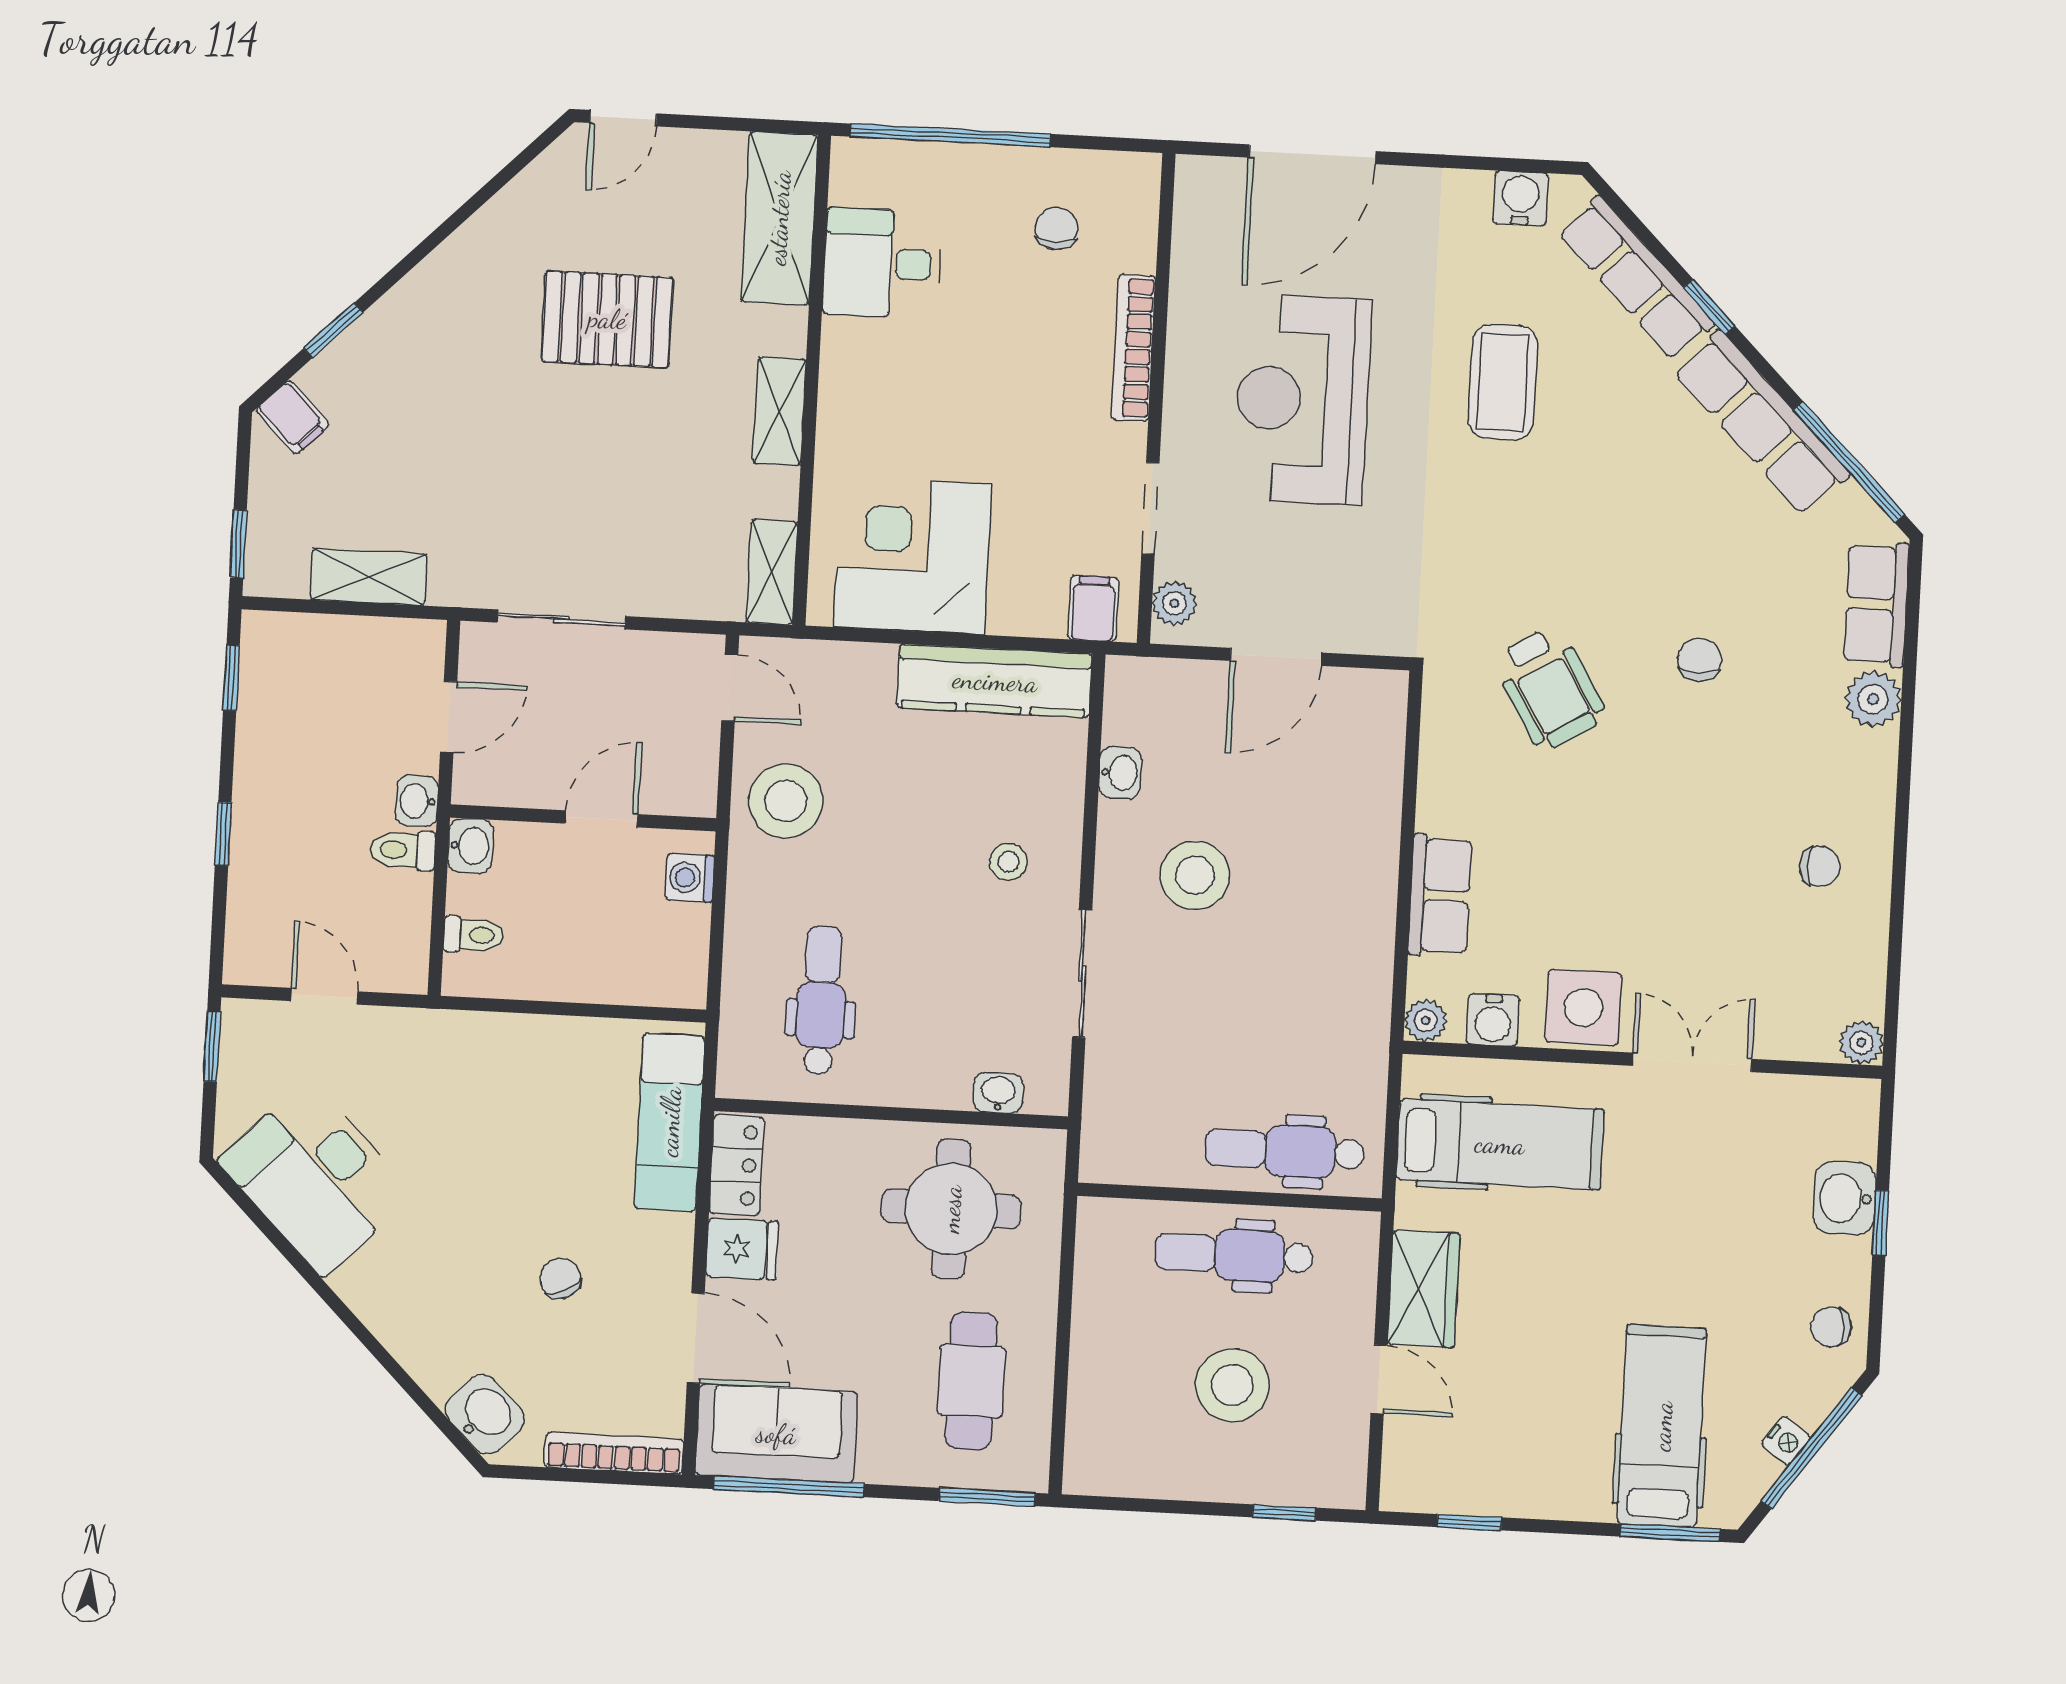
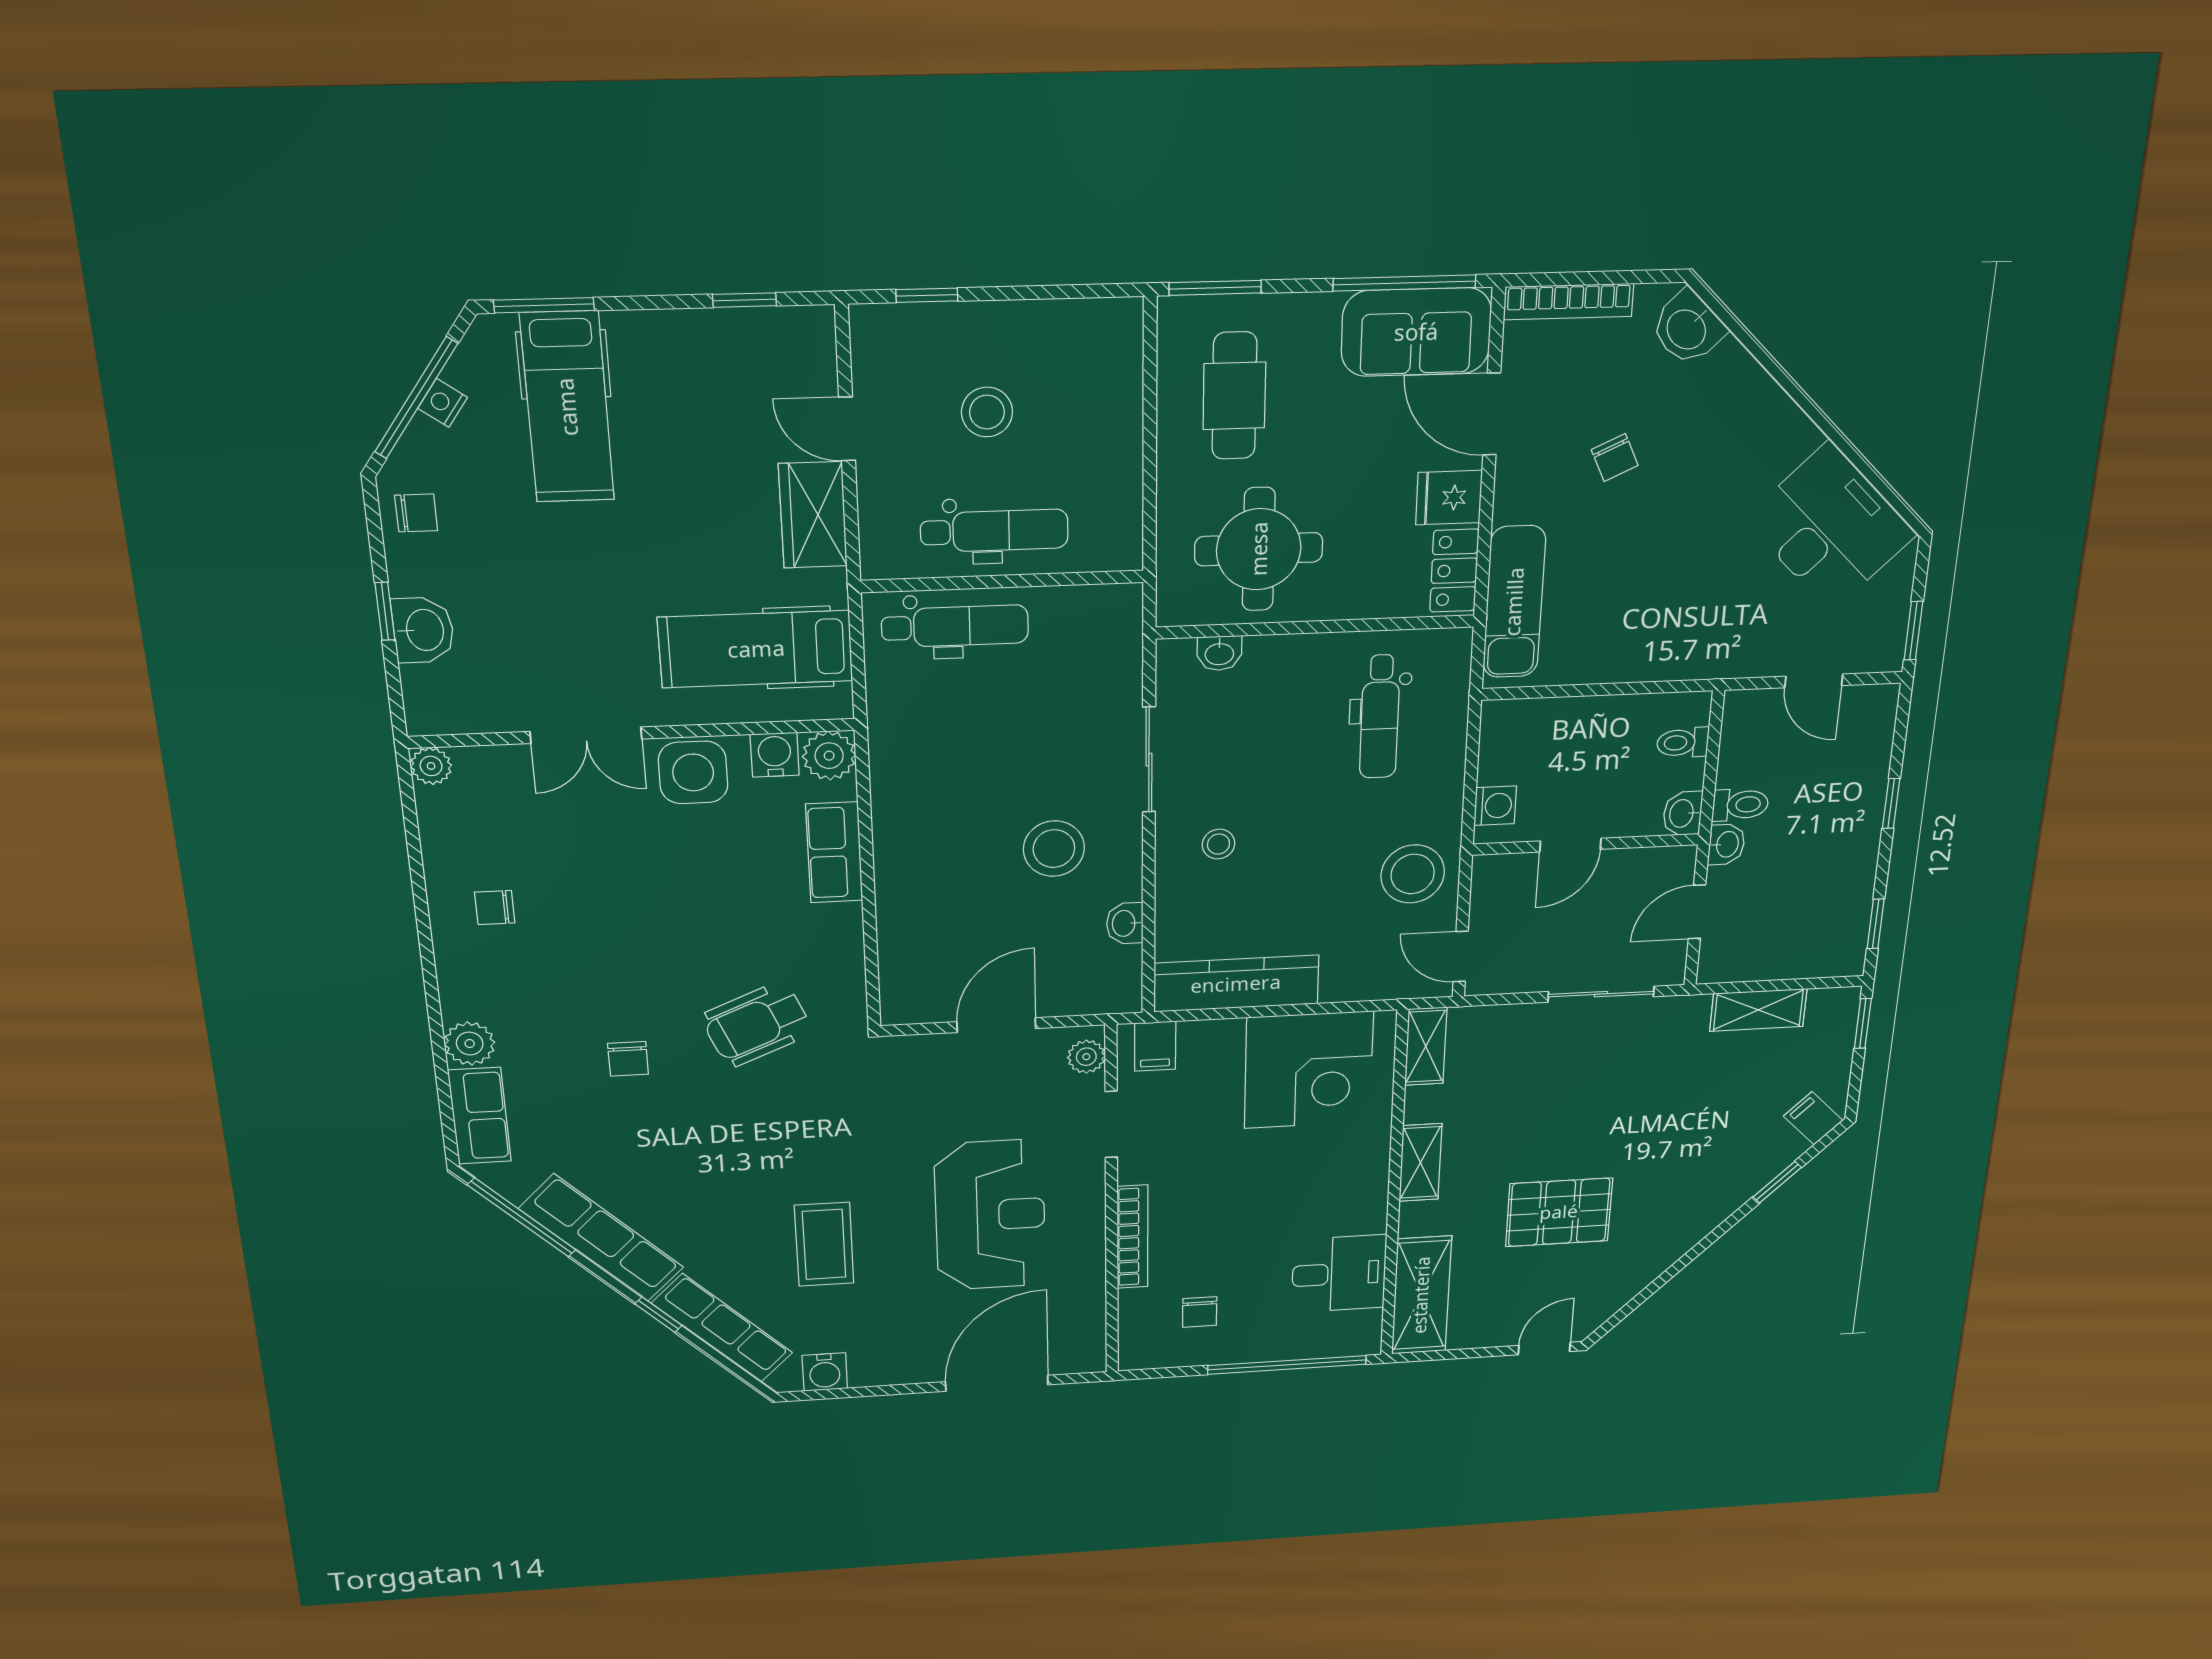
wheelchair: (1549, 688) -> (757, 1024), turned -82
plant: (1426, 1021) -> (829, 756), width x1.38, depth x1.38
stool: (1232, 1385) -> (987, 412), width x0.73, depth x0.73

